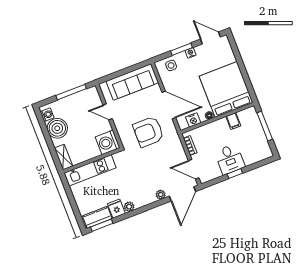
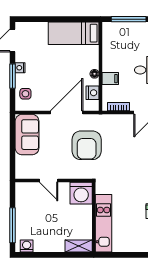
sofa: (132, 82) -> (27, 135), width x0.73
bed: (226, 89) -> (74, 33), width x0.49
window: (71, 92) -> (13, 225), moved
door: (108, 112) -> (49, 180), hinge flipped
filing cabinet: (233, 121) -> (110, 79), moved
boiler: (57, 128) -> (45, 241), removed

